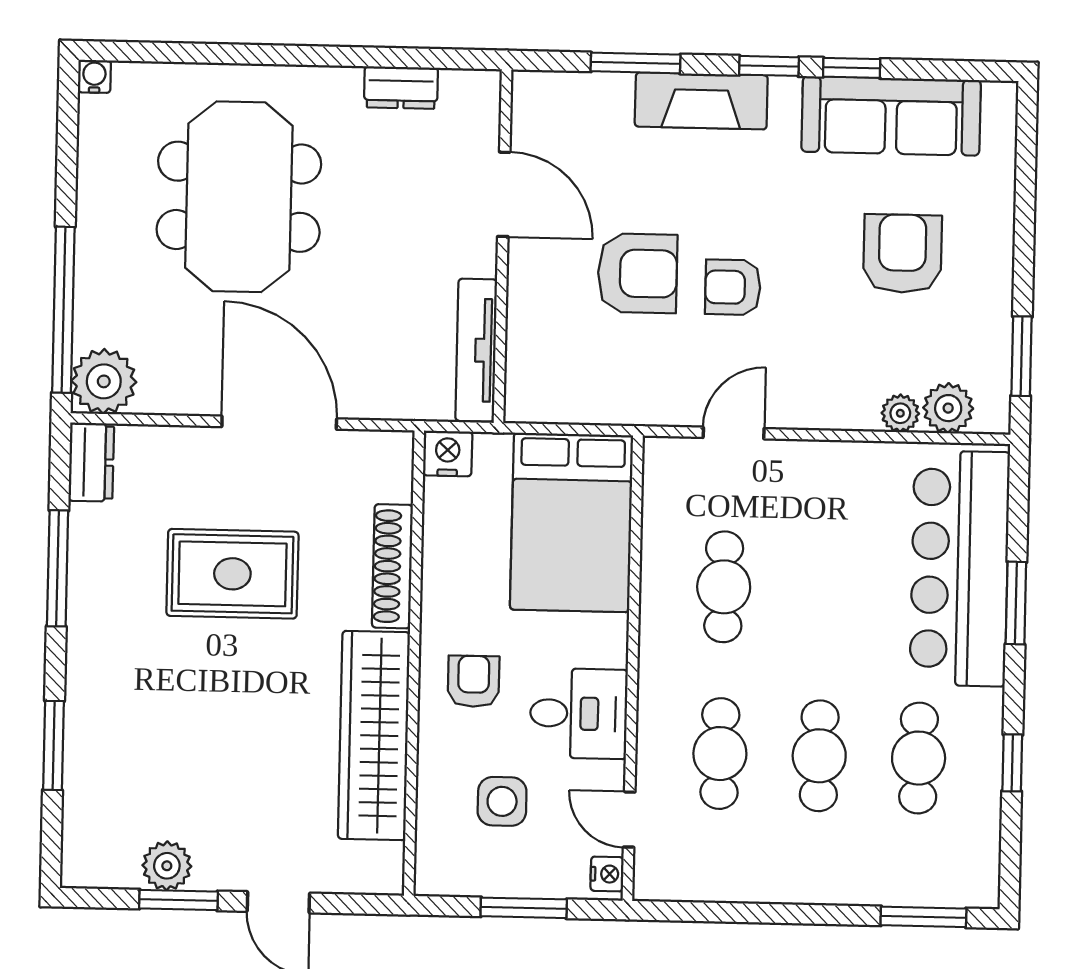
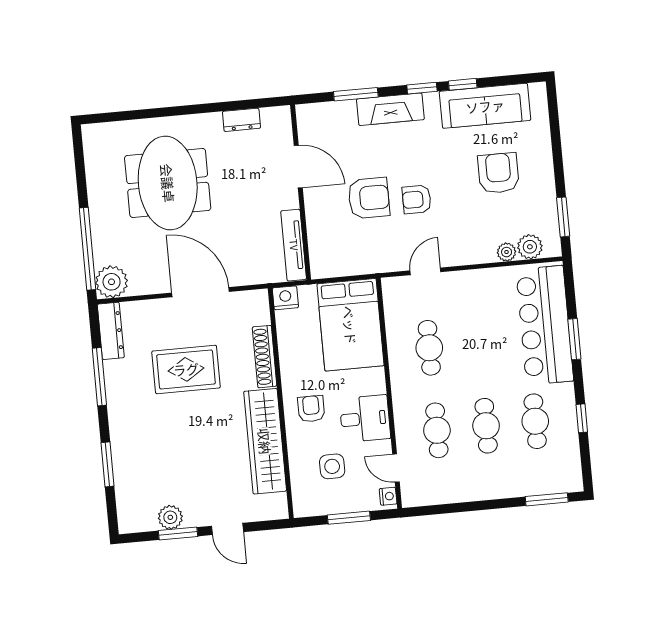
water cooler: (94, 76) -> (89, 132), removed
dresser: (91, 462) -> (111, 331), width x1.44

